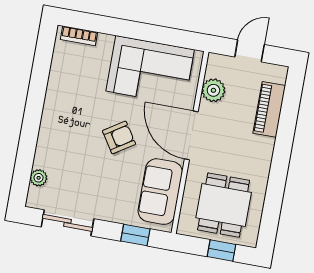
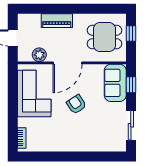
piano: (269, 109) -> (57, 21), moved
plant: (39, 178) -> (108, 147), removed
sofa: (160, 192) -> (115, 83), moved, turned 90

